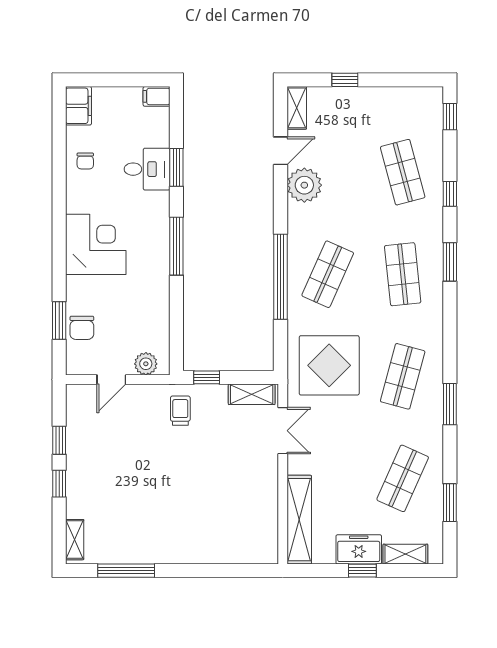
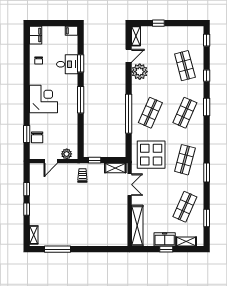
shop shelf: (403, 274) -> (185, 113), turned 30

